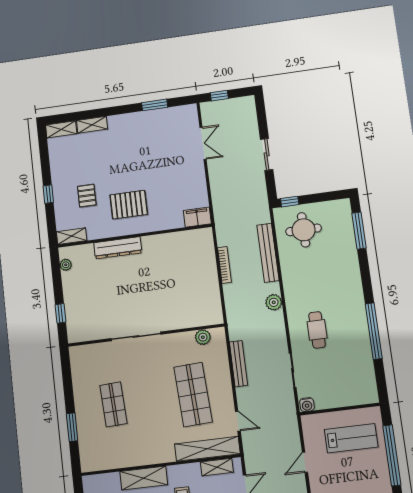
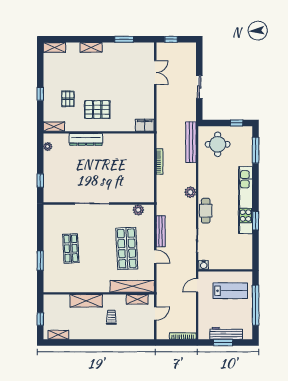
shelving: (92, 125) -> (91, 47), moved
window: (290, 202) -> (237, 123), moved
bench: (268, 253) -> (191, 142), moved
kitchen unit: (355, 303) -> (246, 200), added
cafe table: (317, 330) -> (206, 211), moved
window: (374, 331) -> (256, 221), width x0.47
door: (238, 421) -> (155, 256), moved
door: (305, 462) -> (197, 285), moved

